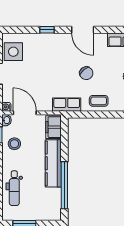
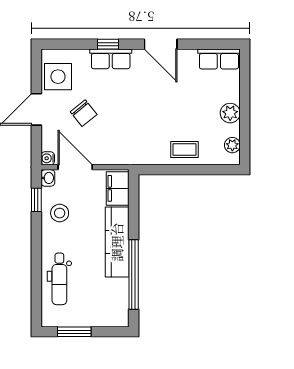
chair: (86, 73) -> (84, 113), moved
row of seats: (67, 105) -> (111, 59), moved, turned 180

